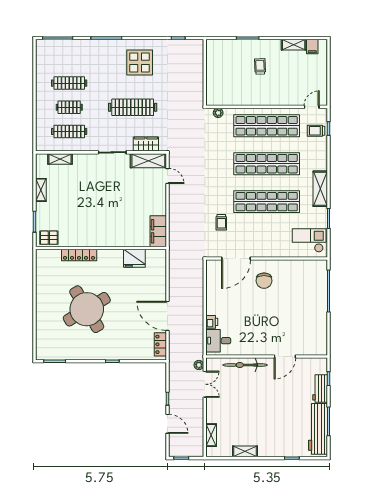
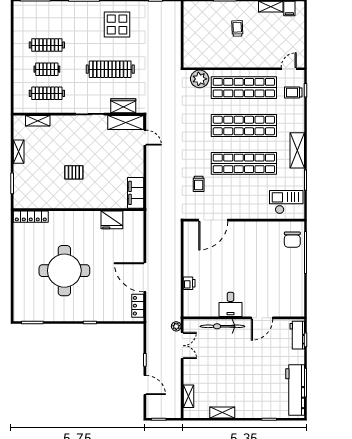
plant: (218, 113) -> (200, 79), width x1.88, depth x1.88
pallet: (49, 238) -> (74, 172), moved
locker: (79, 255) -> (31, 217), moved
chair: (264, 281) -> (292, 240), moved
round table: (87, 309) -> (64, 271), turned 31
desk: (218, 341) -> (231, 304), moved, turned -90
workbench: (320, 388) -> (297, 335), moved

